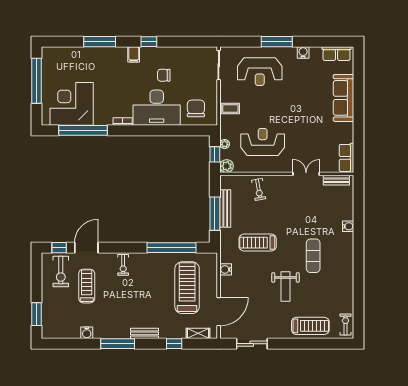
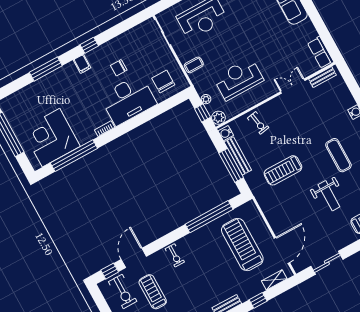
water cooler: (226, 269) -> (226, 133), moved

